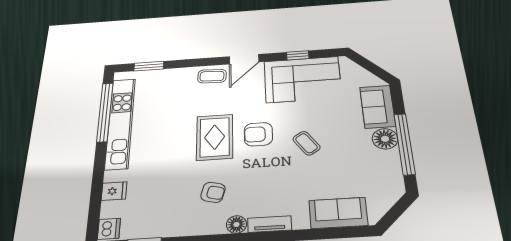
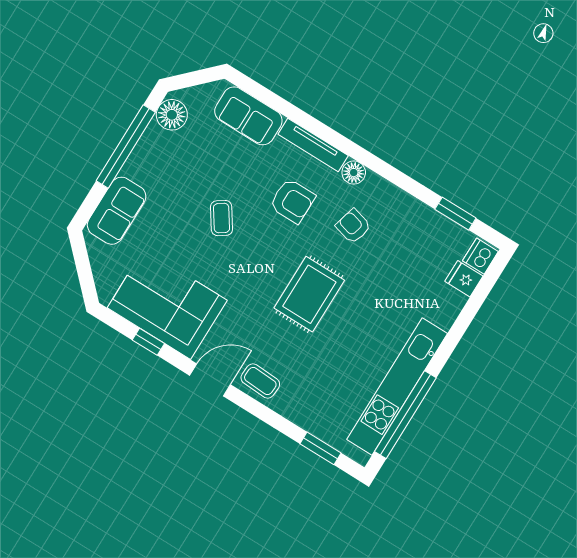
armchair: (258, 134) -> (292, 201), moved
floor lamp: (385, 139) -> (172, 115), moved
fridge: (114, 191) -> (464, 279), moved
tv unit: (270, 224) -> (313, 145), width x1.41

